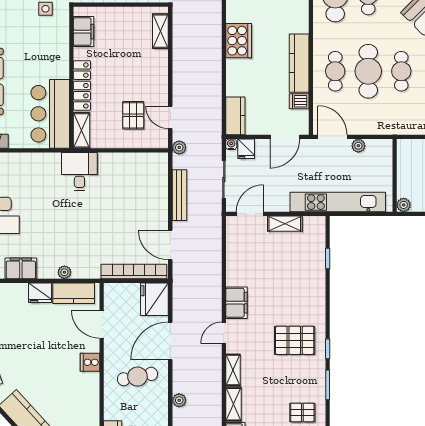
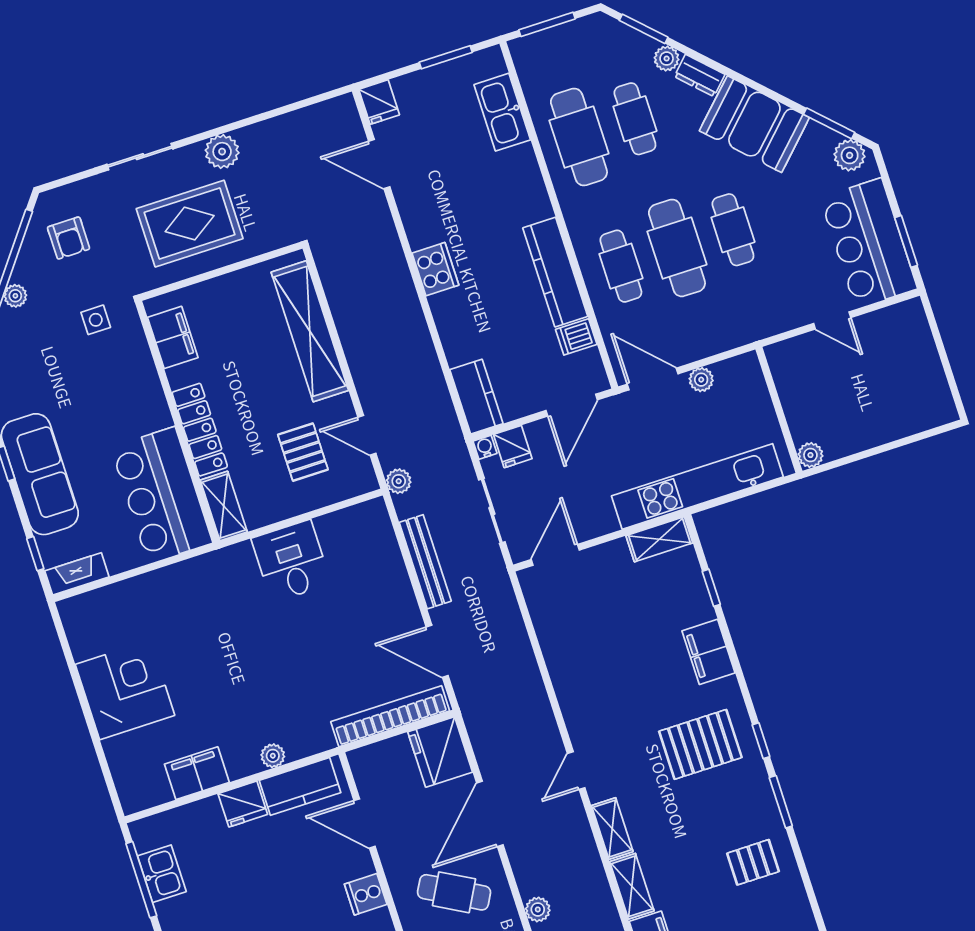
shelving: (160, 31) -> (310, 331), width x2.20, depth x1.33
cooker: (239, 41) -> (435, 269), width x0.73, depth x0.76
desk: (79, 171) -> (291, 561), moved
shelving: (285, 224) -> (659, 539), moved
filing cabinet: (236, 303) -> (709, 652), moved, turned 180
cafe table: (137, 377) -> (454, 892), turned 40

